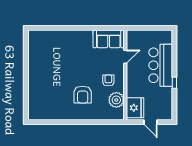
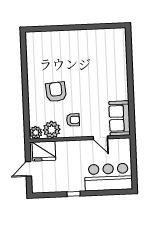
bar counter: (161, 65) -> (108, 177), moved
armchair: (83, 95) -> (56, 92), turned 85
plant: (118, 114) -> (36, 133), added

